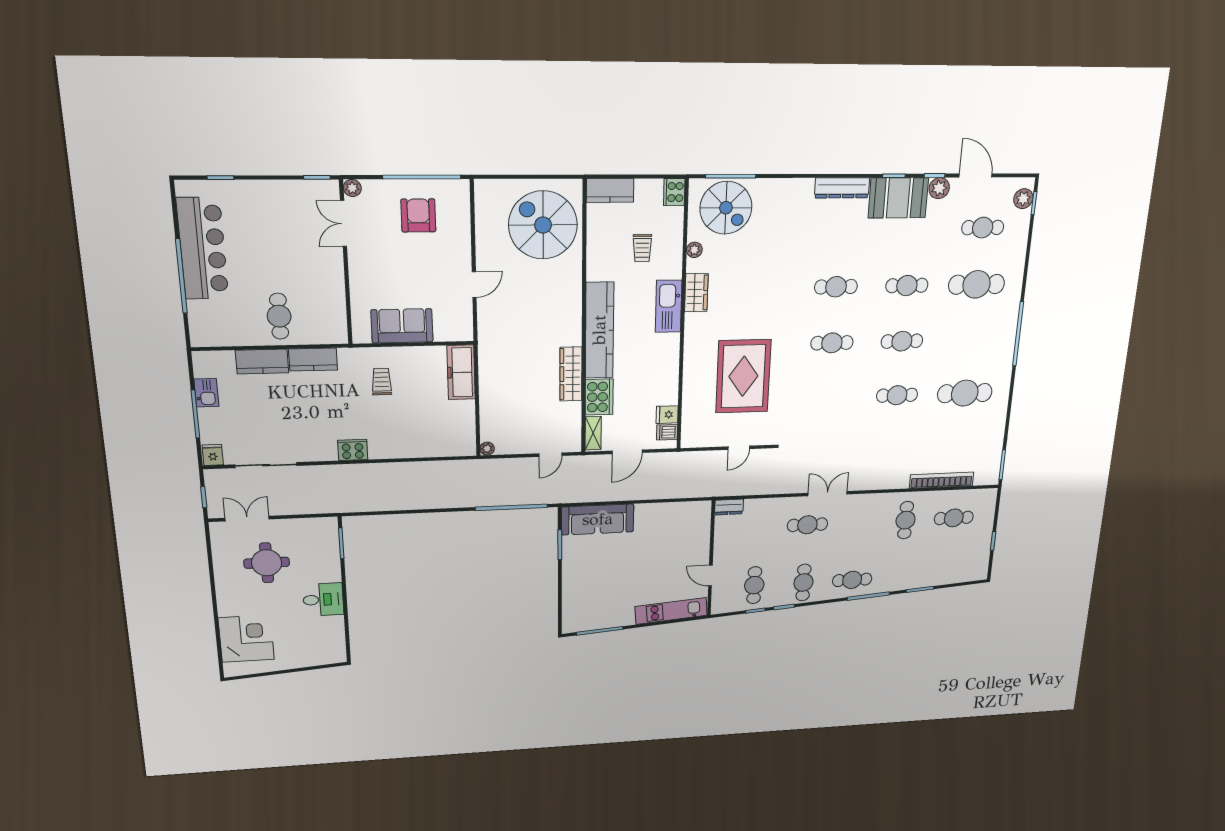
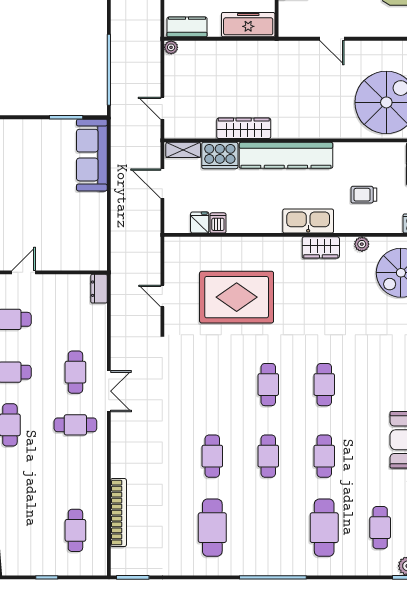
dishwasher: (667, 432) -> (218, 223), moved
kitchen counter: (465, 434) -> (187, 27), added
cafe table: (906, 520) -> (75, 425), moved

